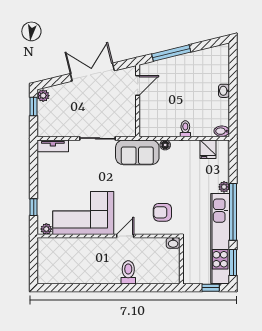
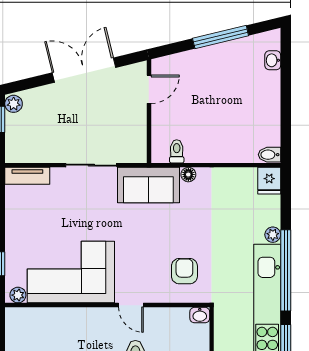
window: (171, 53) -> (221, 37), moved
washbasin: (224, 91) -> (273, 60), moved
toilet: (185, 129) -> (177, 151), moved
fridge: (208, 149) -> (269, 181), moved
armchair: (162, 212) -> (184, 271), turned 90
door: (125, 236) -> (131, 305), swing flipped

